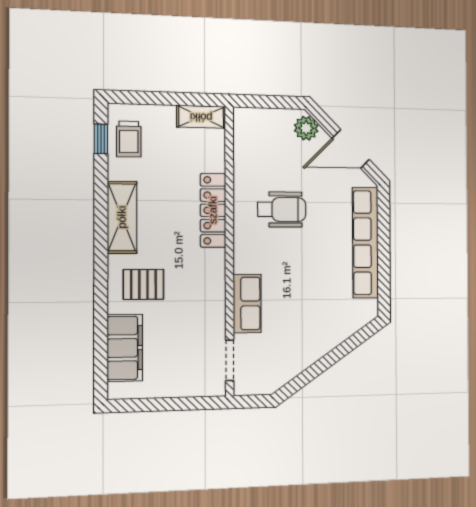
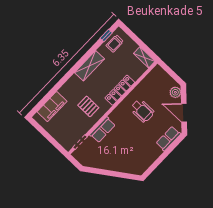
row of seats: (365, 243) -> (168, 139), width x0.50
pallet: (143, 284) -> (88, 106), moved

